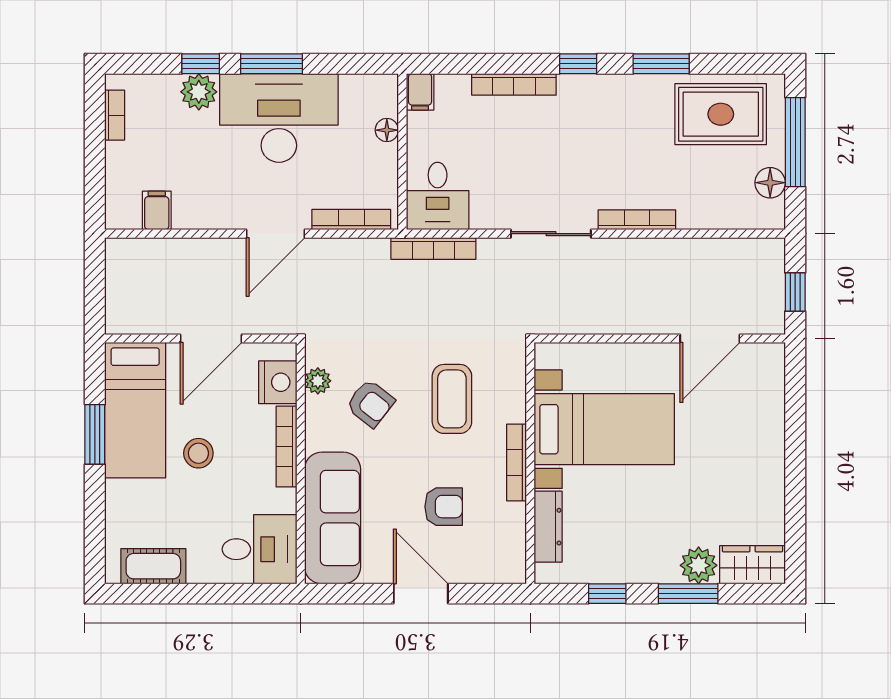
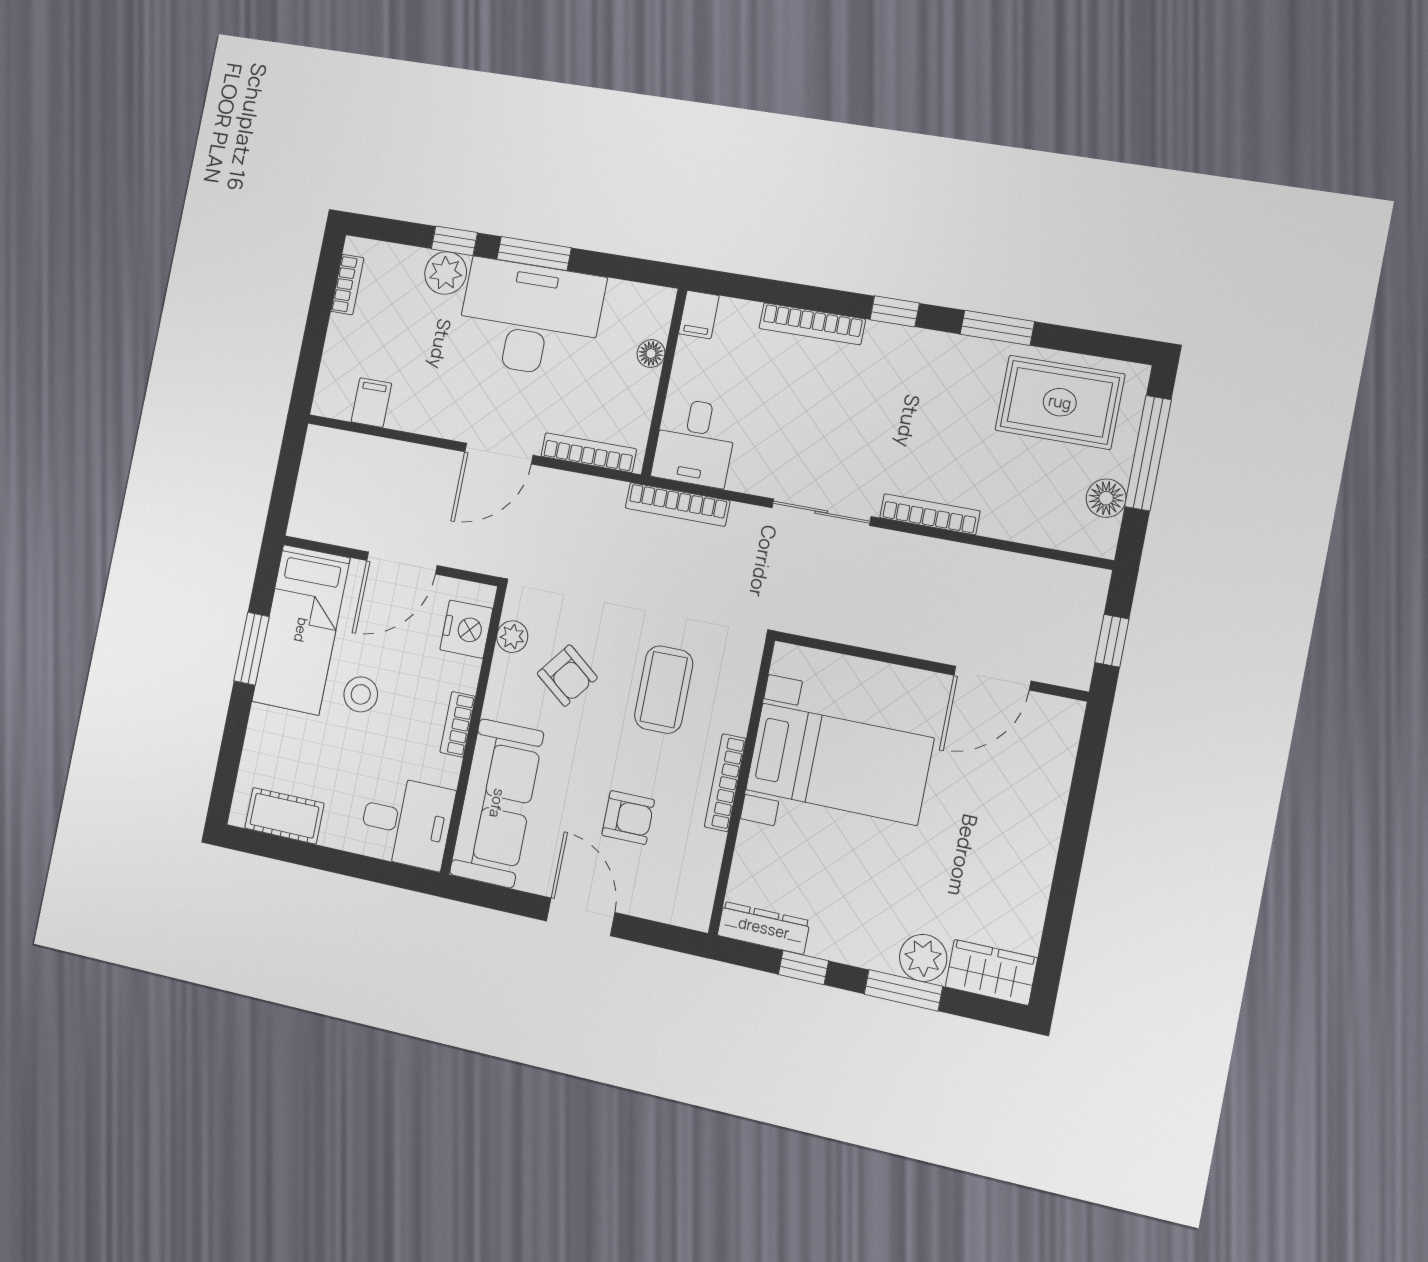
bookcase: (286, 447) -> (458, 724), width x0.64
dresser: (548, 527) -> (764, 928), moved, turned -90

